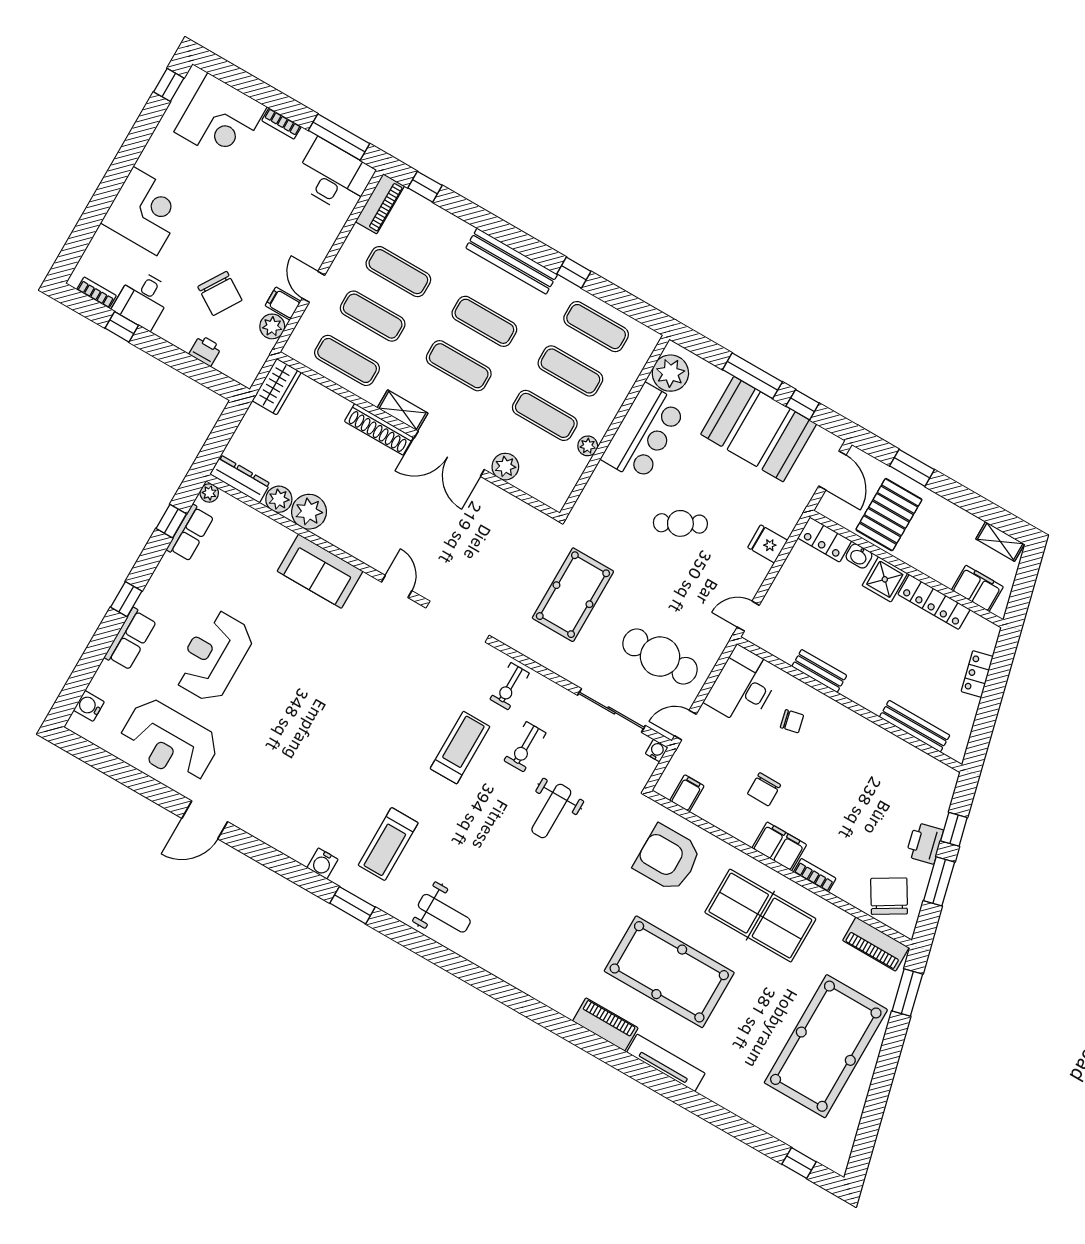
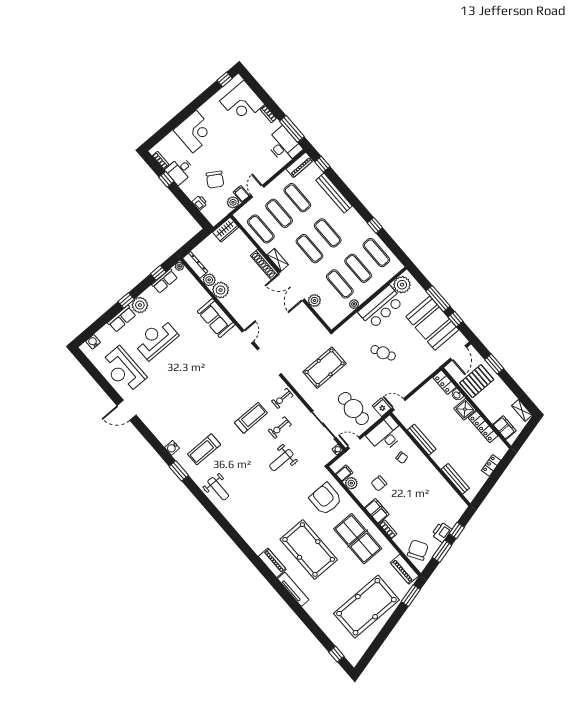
bench: (512, 261) -> (334, 193), moved
fridge: (768, 544) -> (382, 407), moved
plant: (157, 599) -> (140, 305), added
bench: (819, 671) -> (422, 440), width x1.36
plant: (708, 808) -> (351, 483), added

